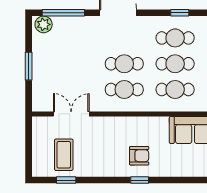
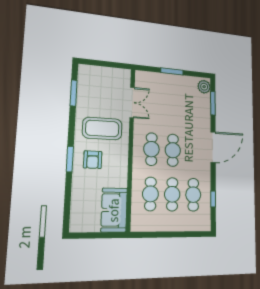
window: (63, 13) -> (213, 103), width x0.69
coffee table: (64, 155) -> (102, 129), moved, width x1.36, depth x1.32
window: (66, 180) -> (74, 93), width x1.50
window: (140, 180) -> (70, 159), width x1.50

